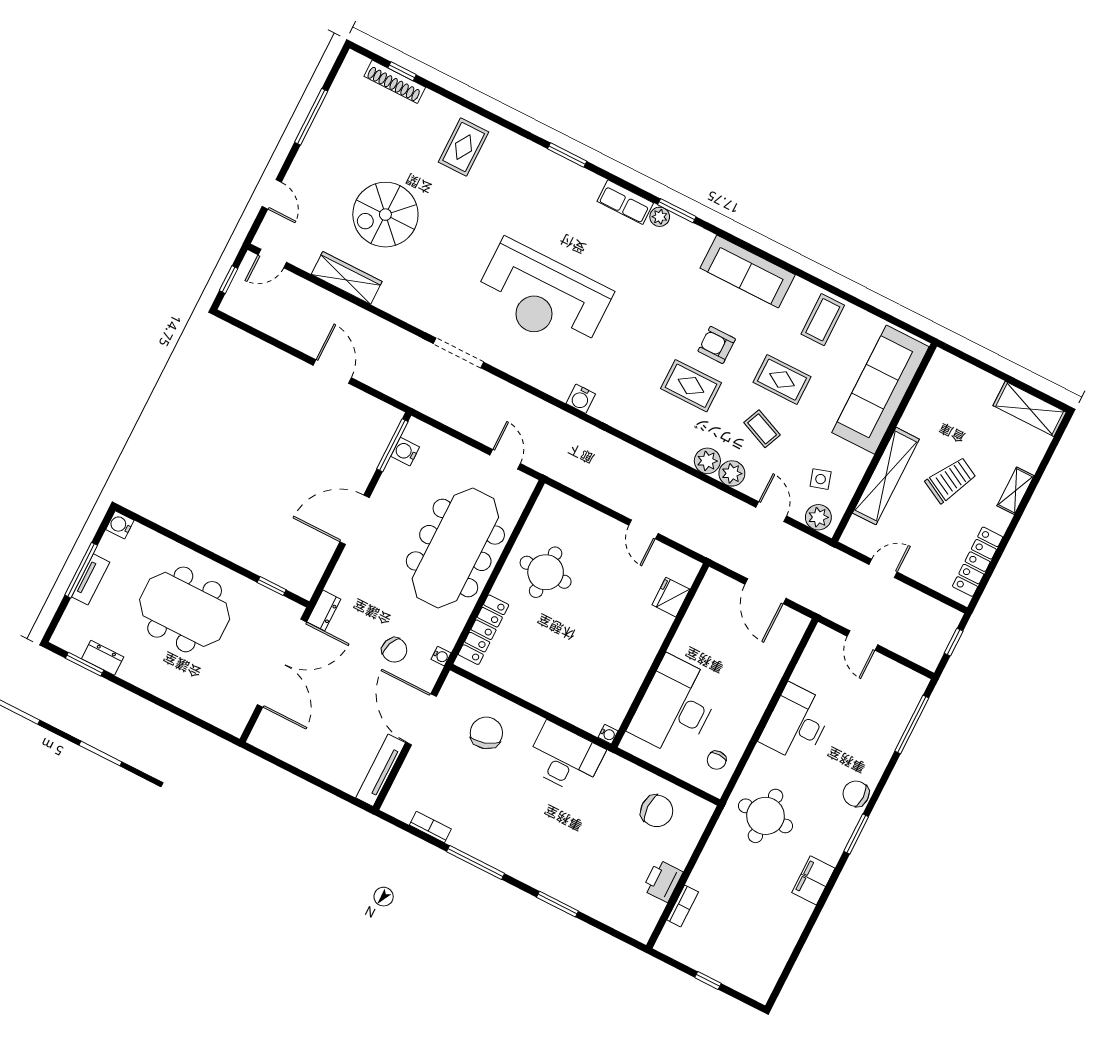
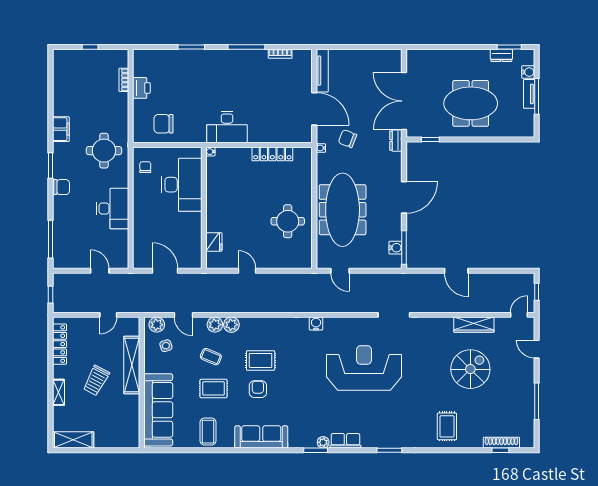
armchair: (717, 345) -> (258, 389), turned -90
water cooler: (120, 525) -> (528, 72), moved
locker: (484, 630) -> (272, 154), moved, turned -90
chair: (486, 733) -> (276, 119), removed

